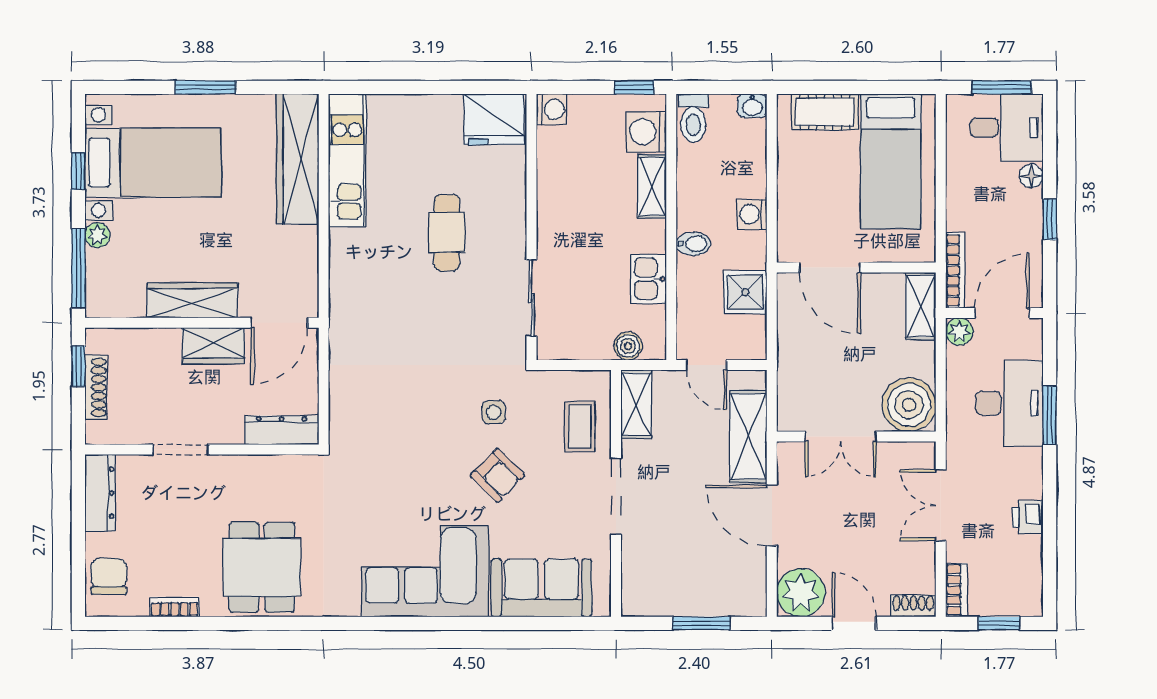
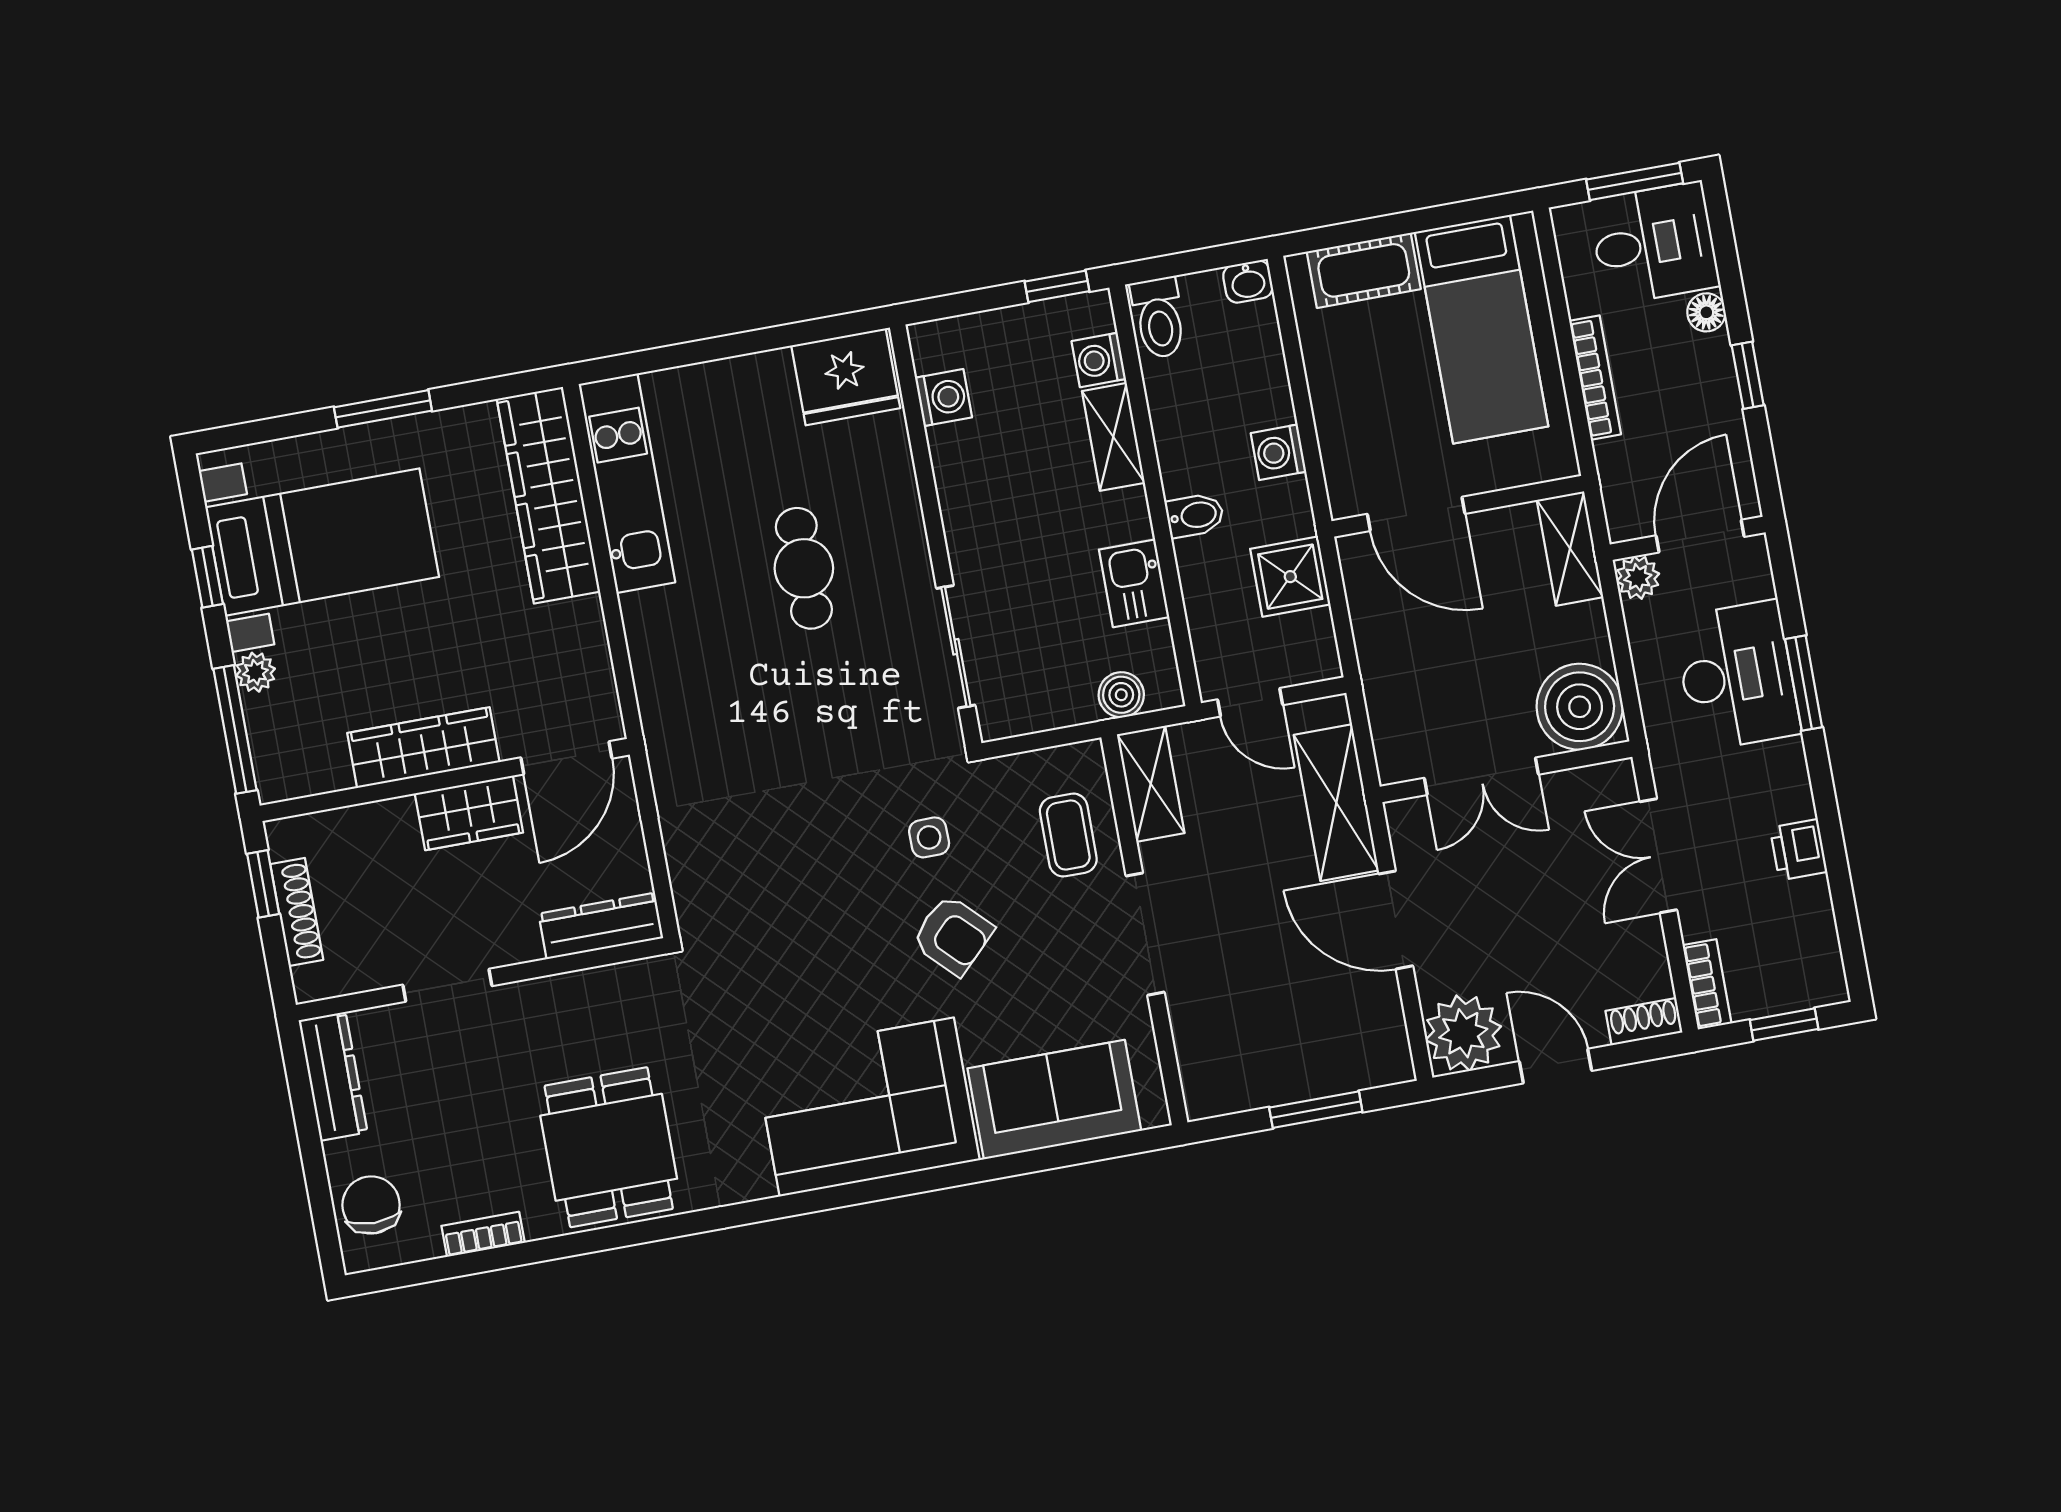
washing machine: (552, 109) -> (943, 398), moved
washing machine: (646, 132) -> (1099, 360), width x0.73, depth x0.73
bookcase: (955, 270) -> (1595, 378), moved

